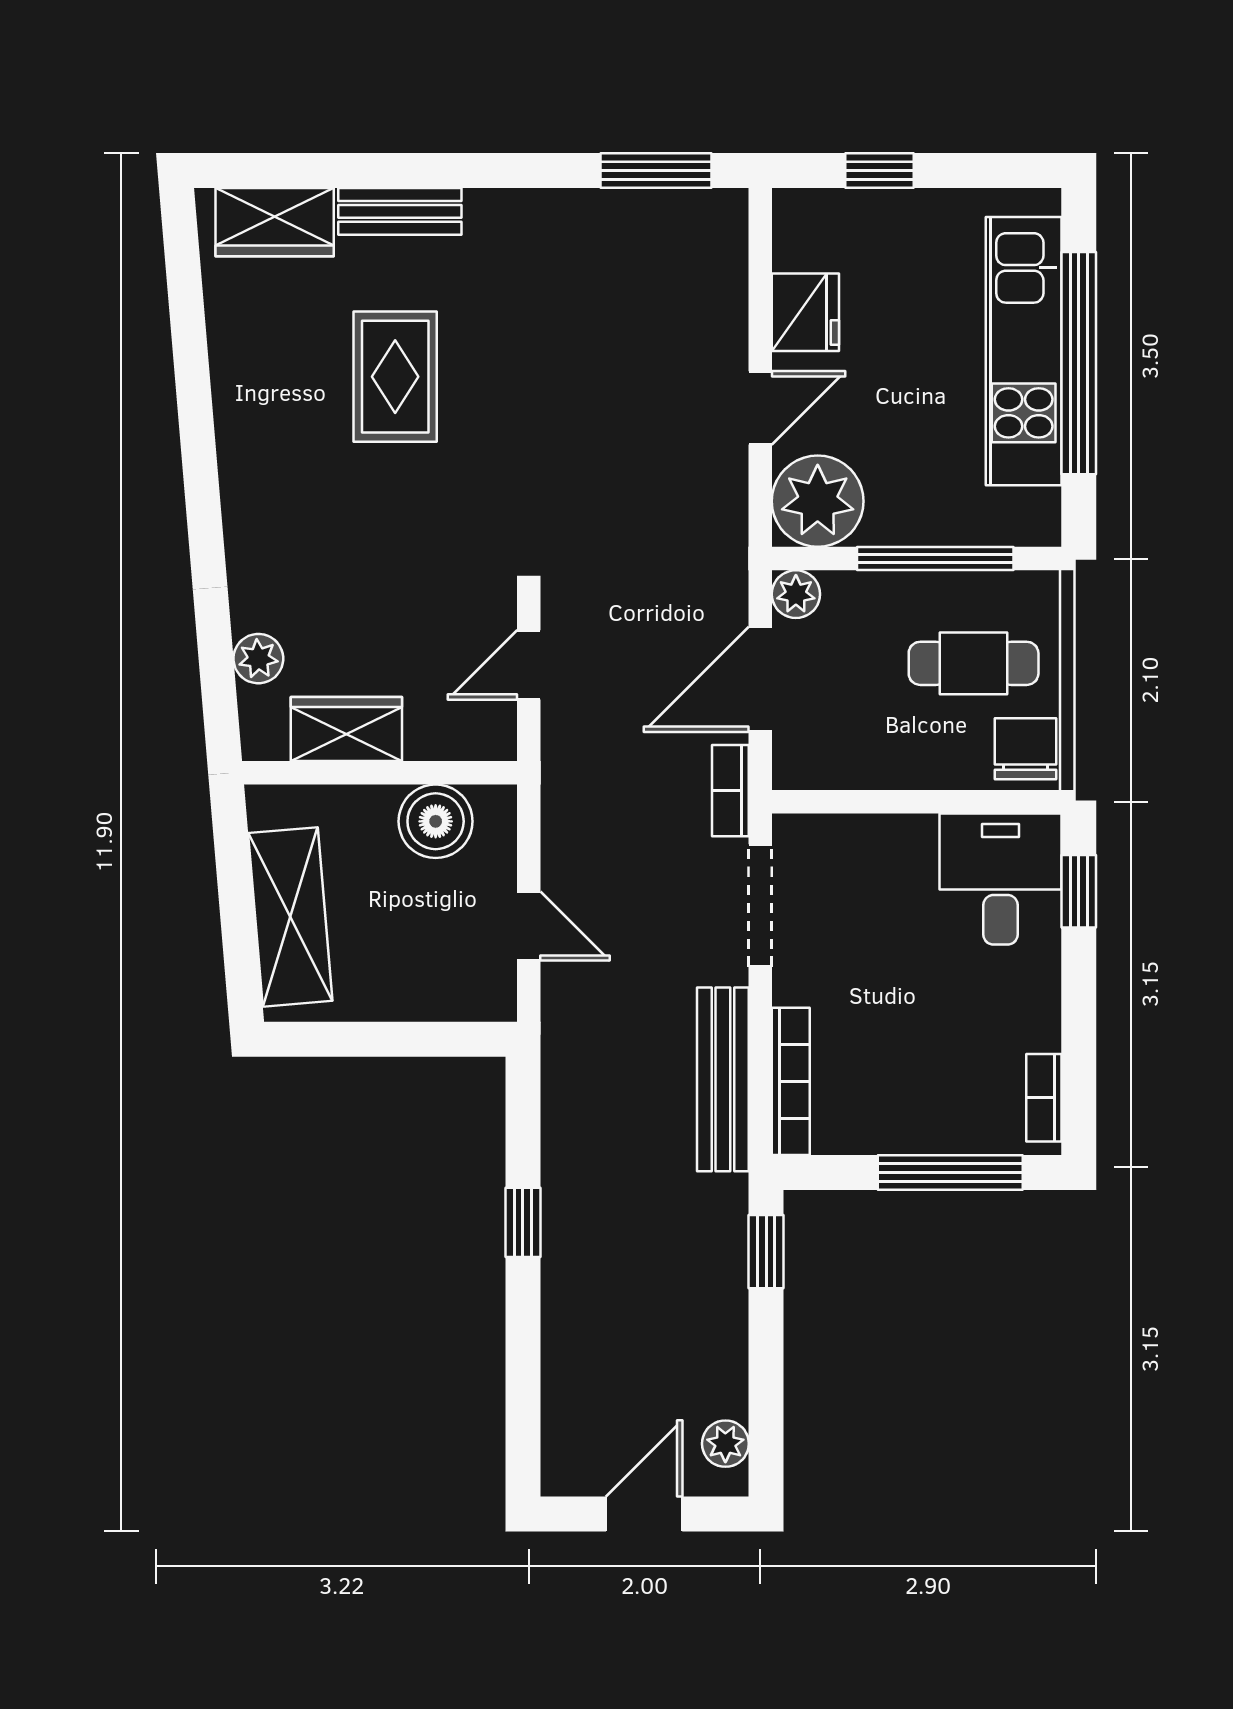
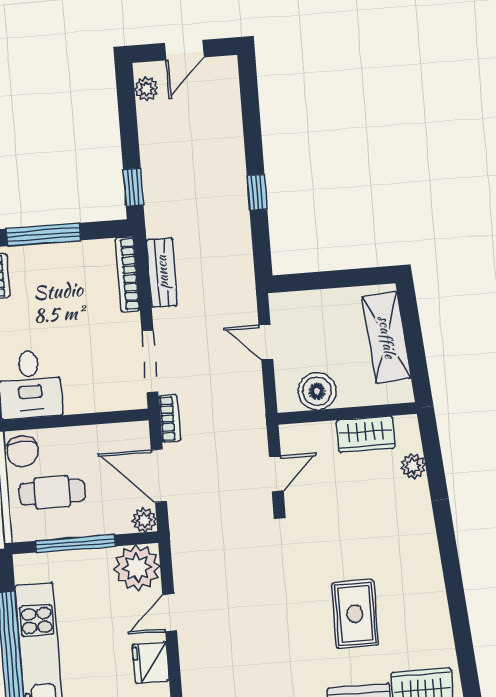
door: (760, 679) -> (159, 476), swing flipped
bench: (723, 1079) -> (162, 272), width x0.73

